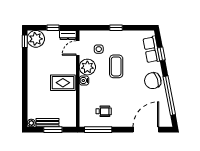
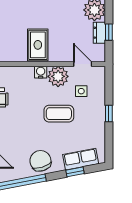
dresser: (68, 35) -> (99, 33), moved

